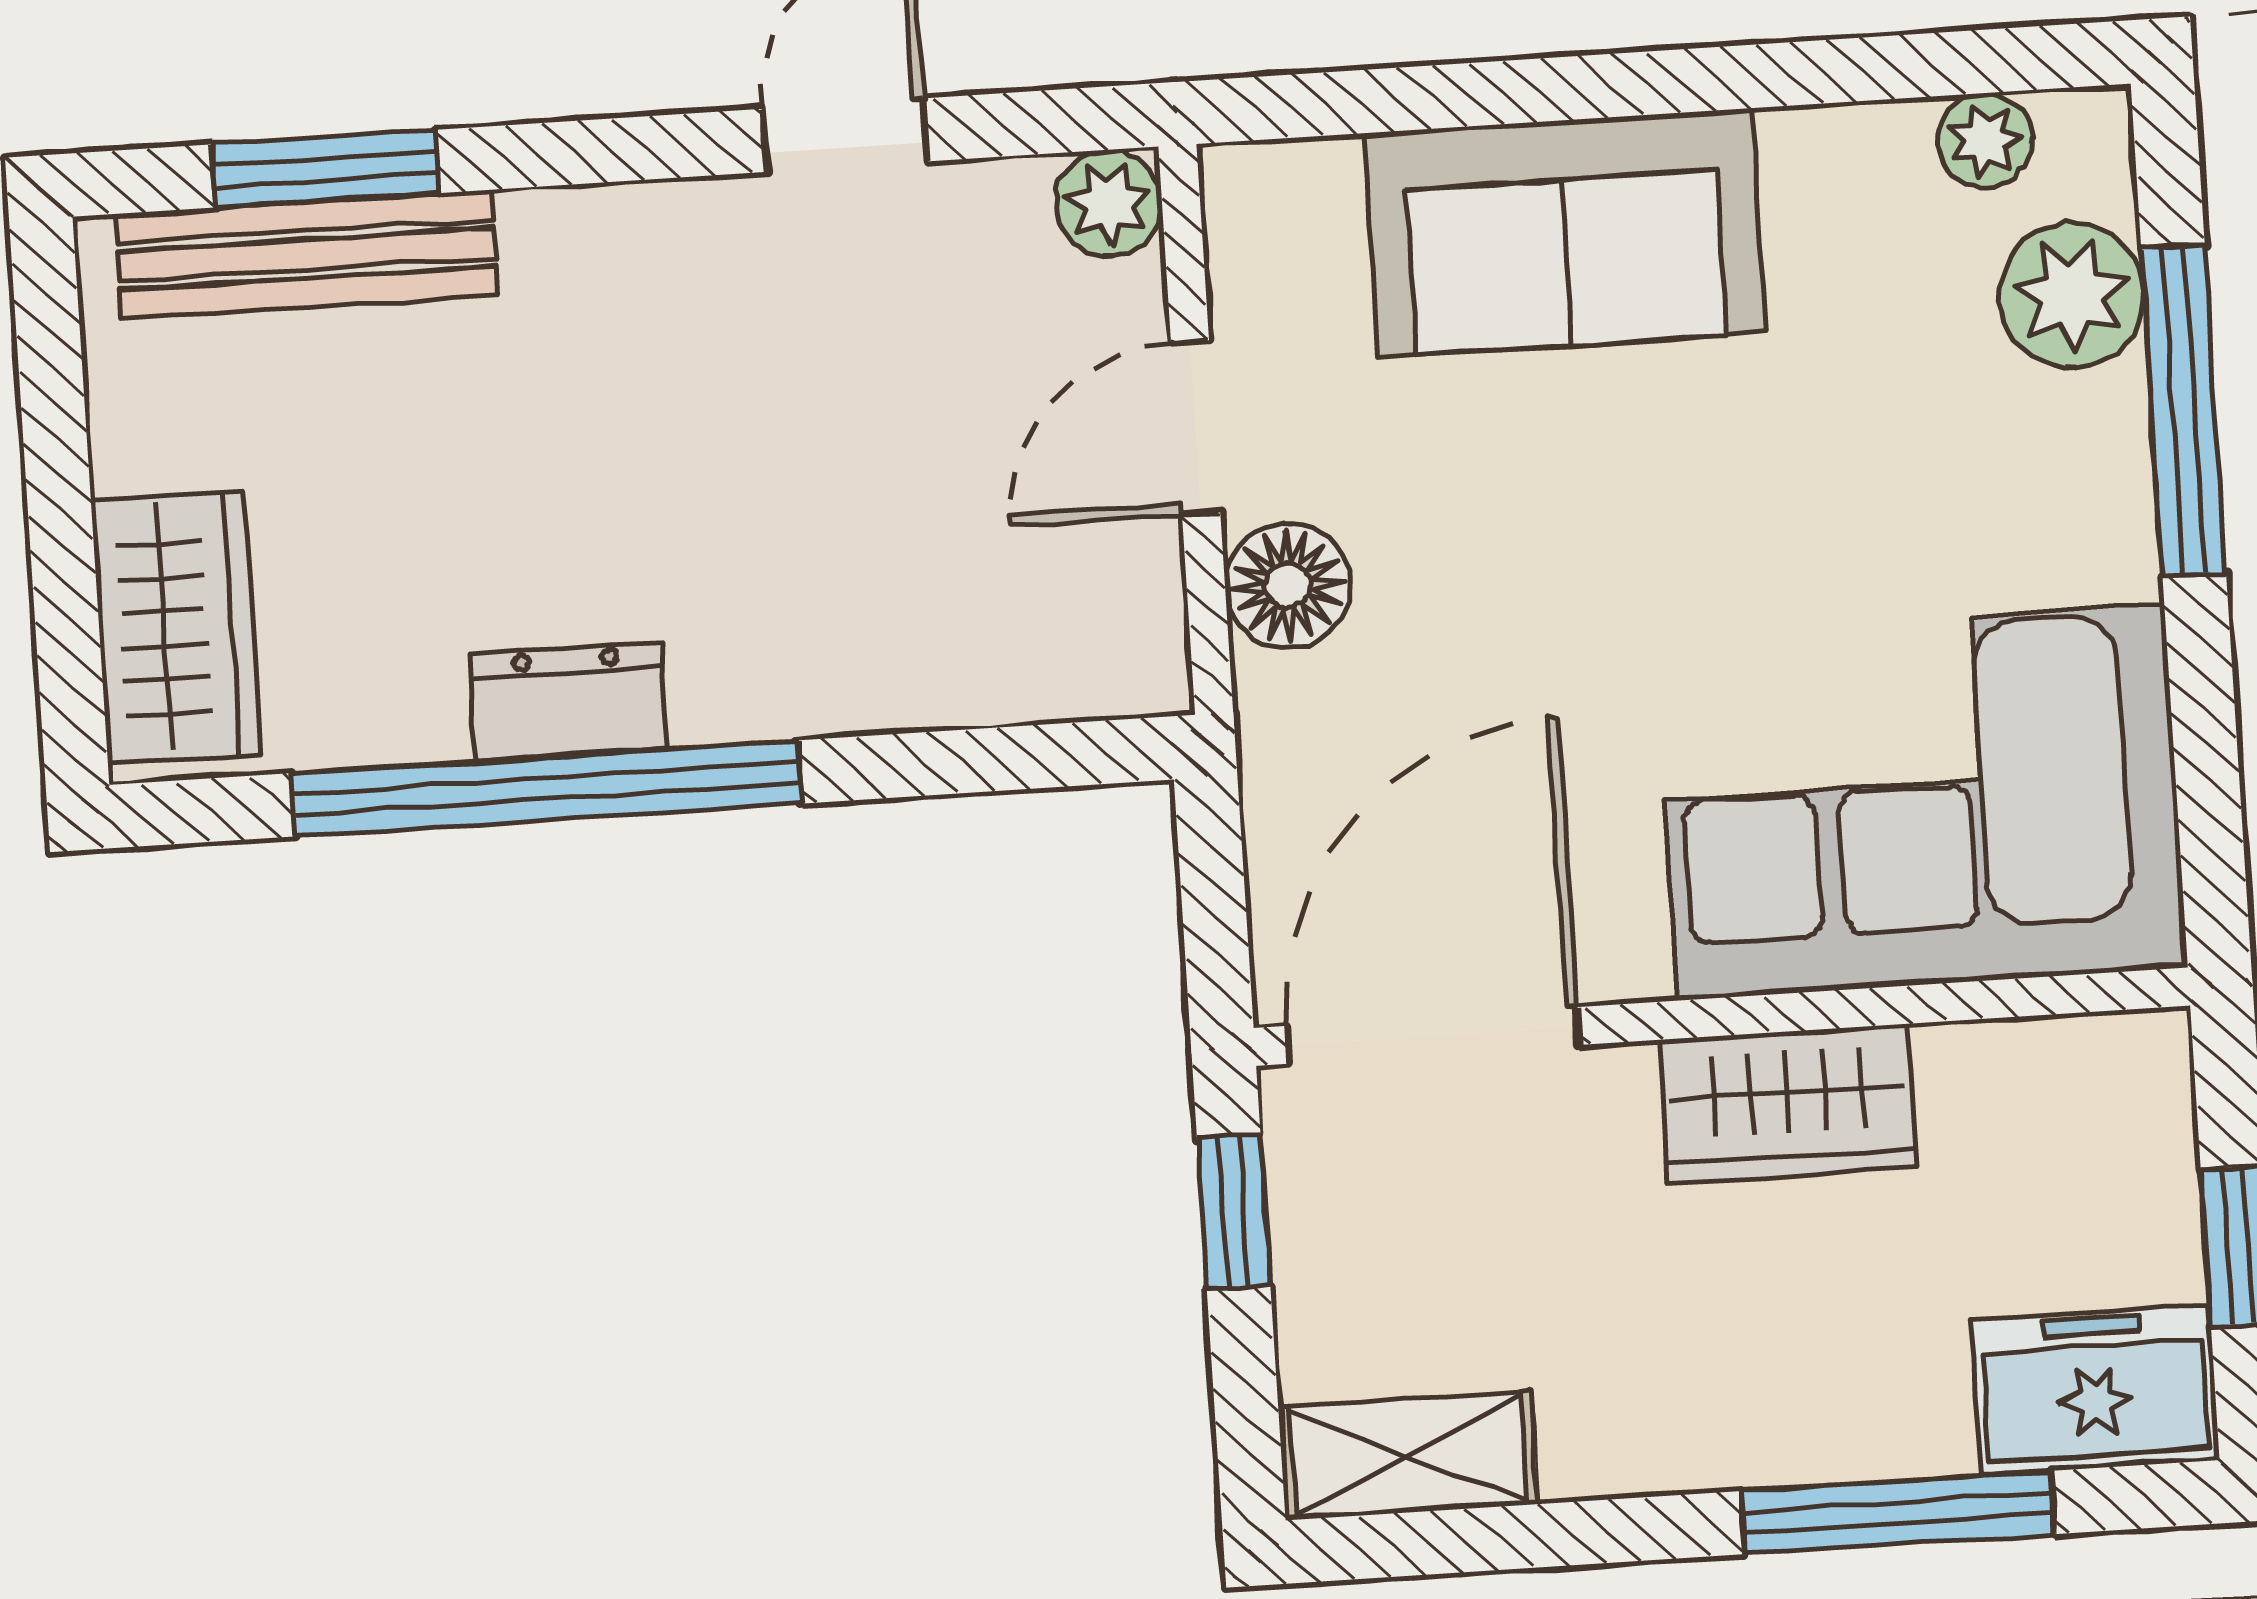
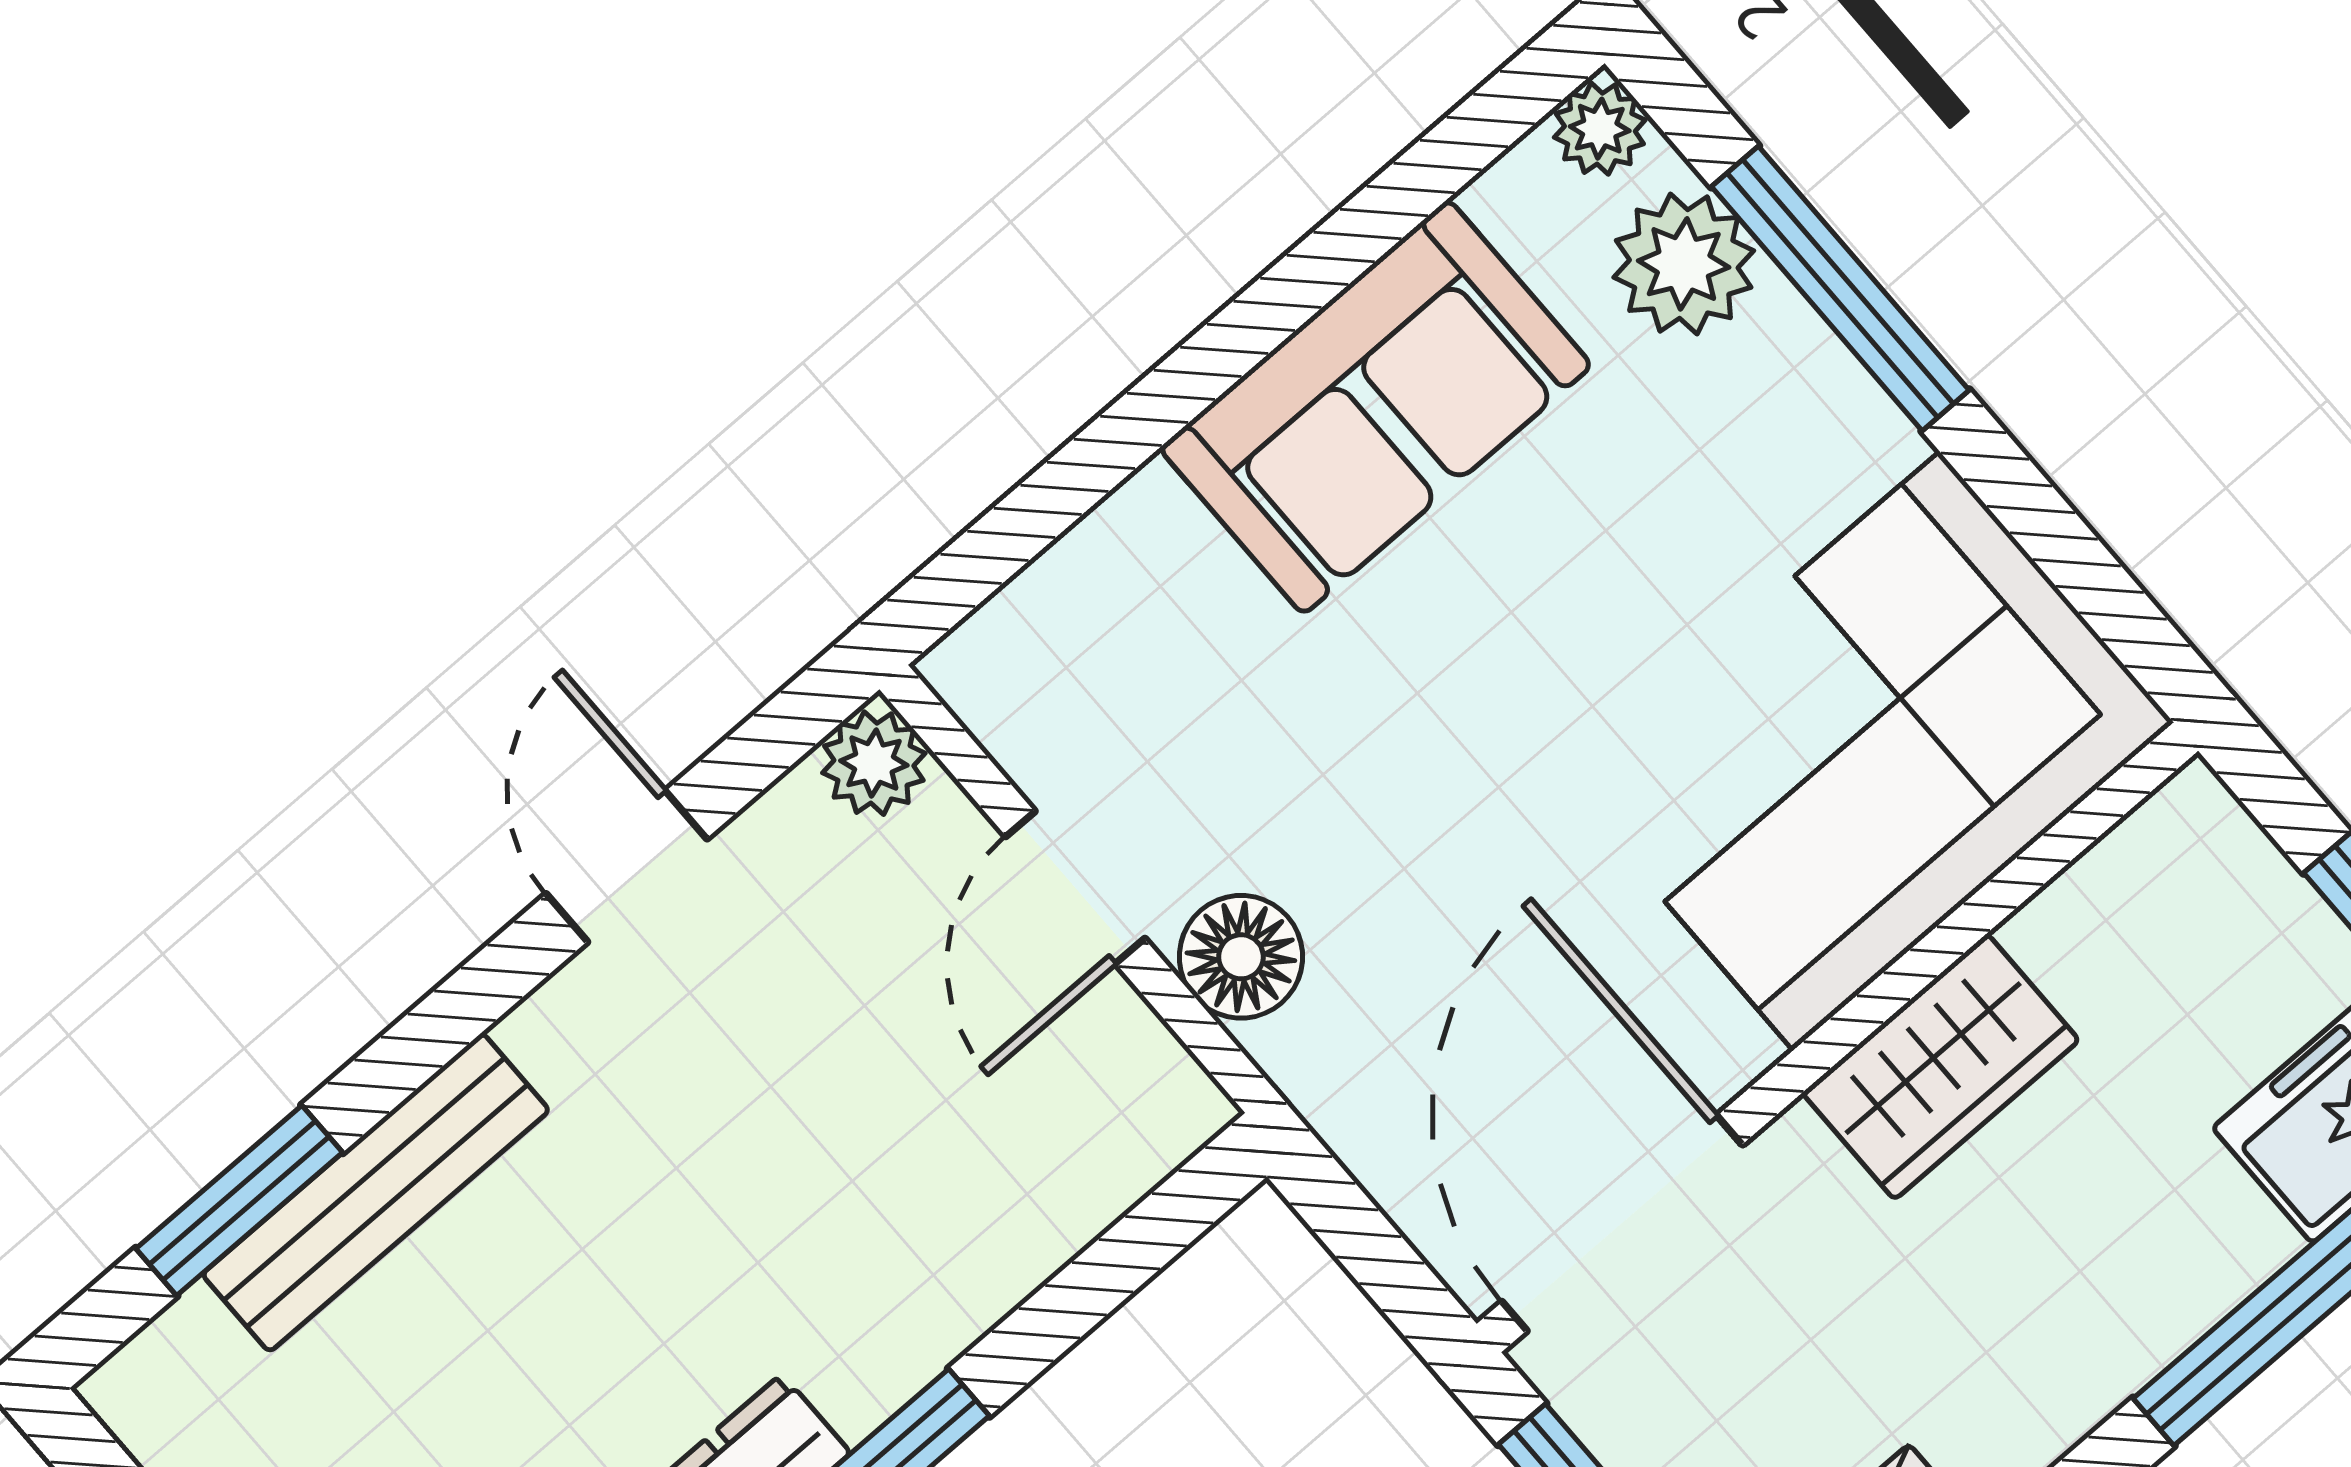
plant: (1985, 140) -> (1600, 129), moved
sofa: (1565, 233) -> (1376, 407), moved
bench: (307, 254) -> (376, 1192), moved

